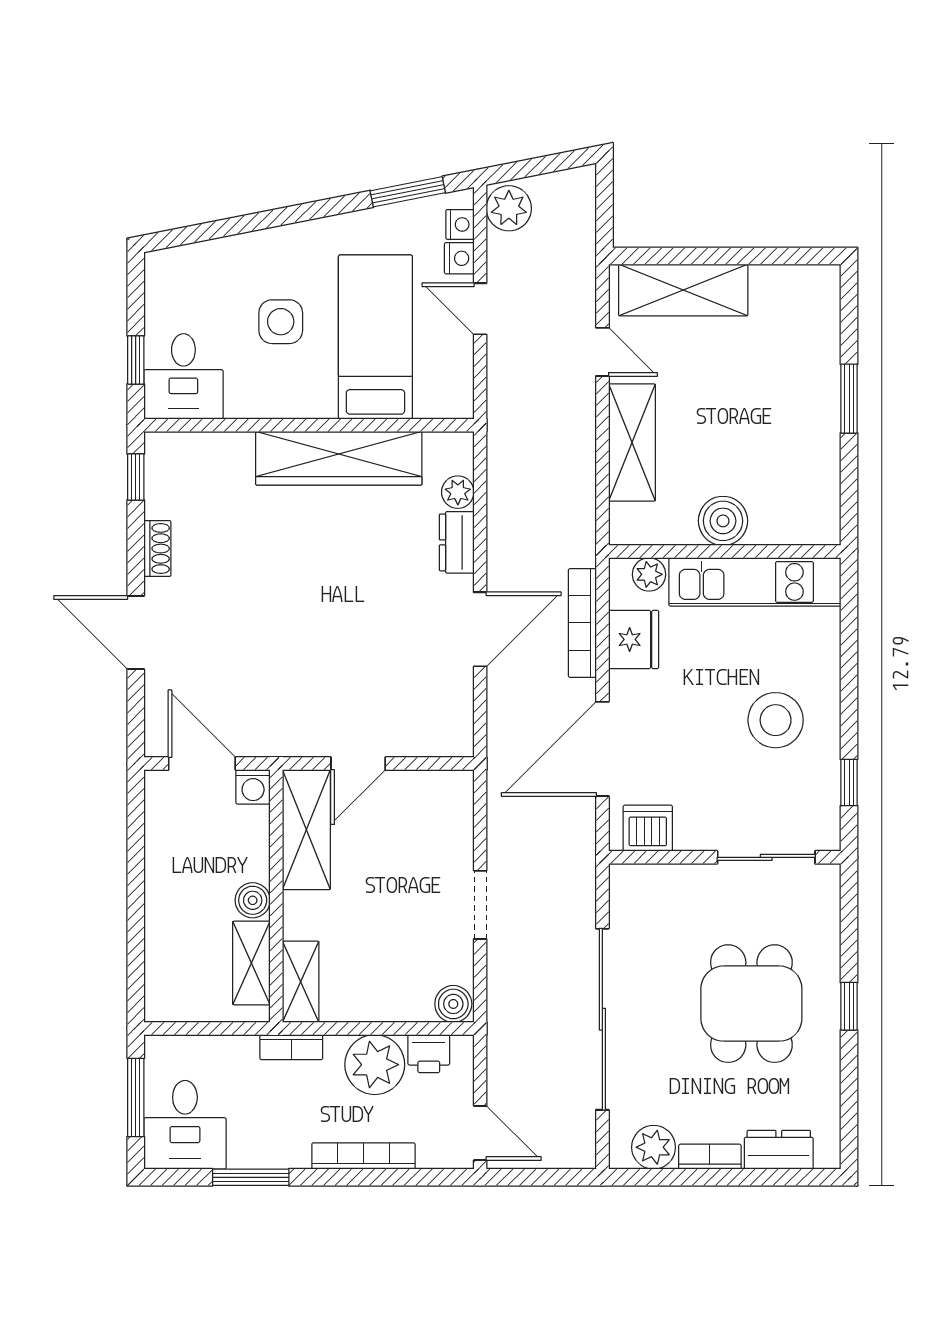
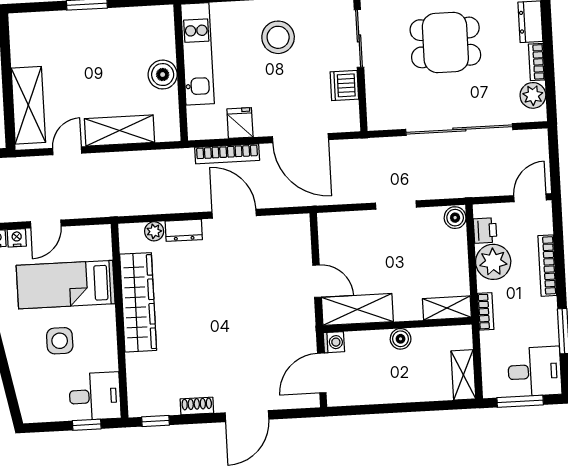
plant: (649, 574) -> (196, 116), removed
fridge: (634, 639) -> (240, 123), width x0.72
dishwasher: (648, 828) -> (344, 86), moved
shelving: (251, 963) -> (463, 375), moved, turned 90

